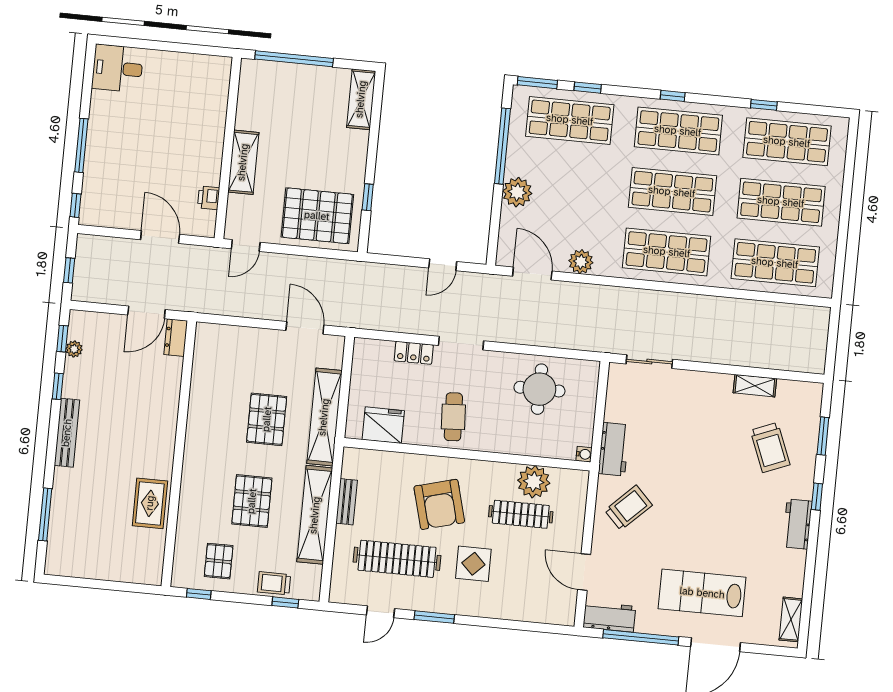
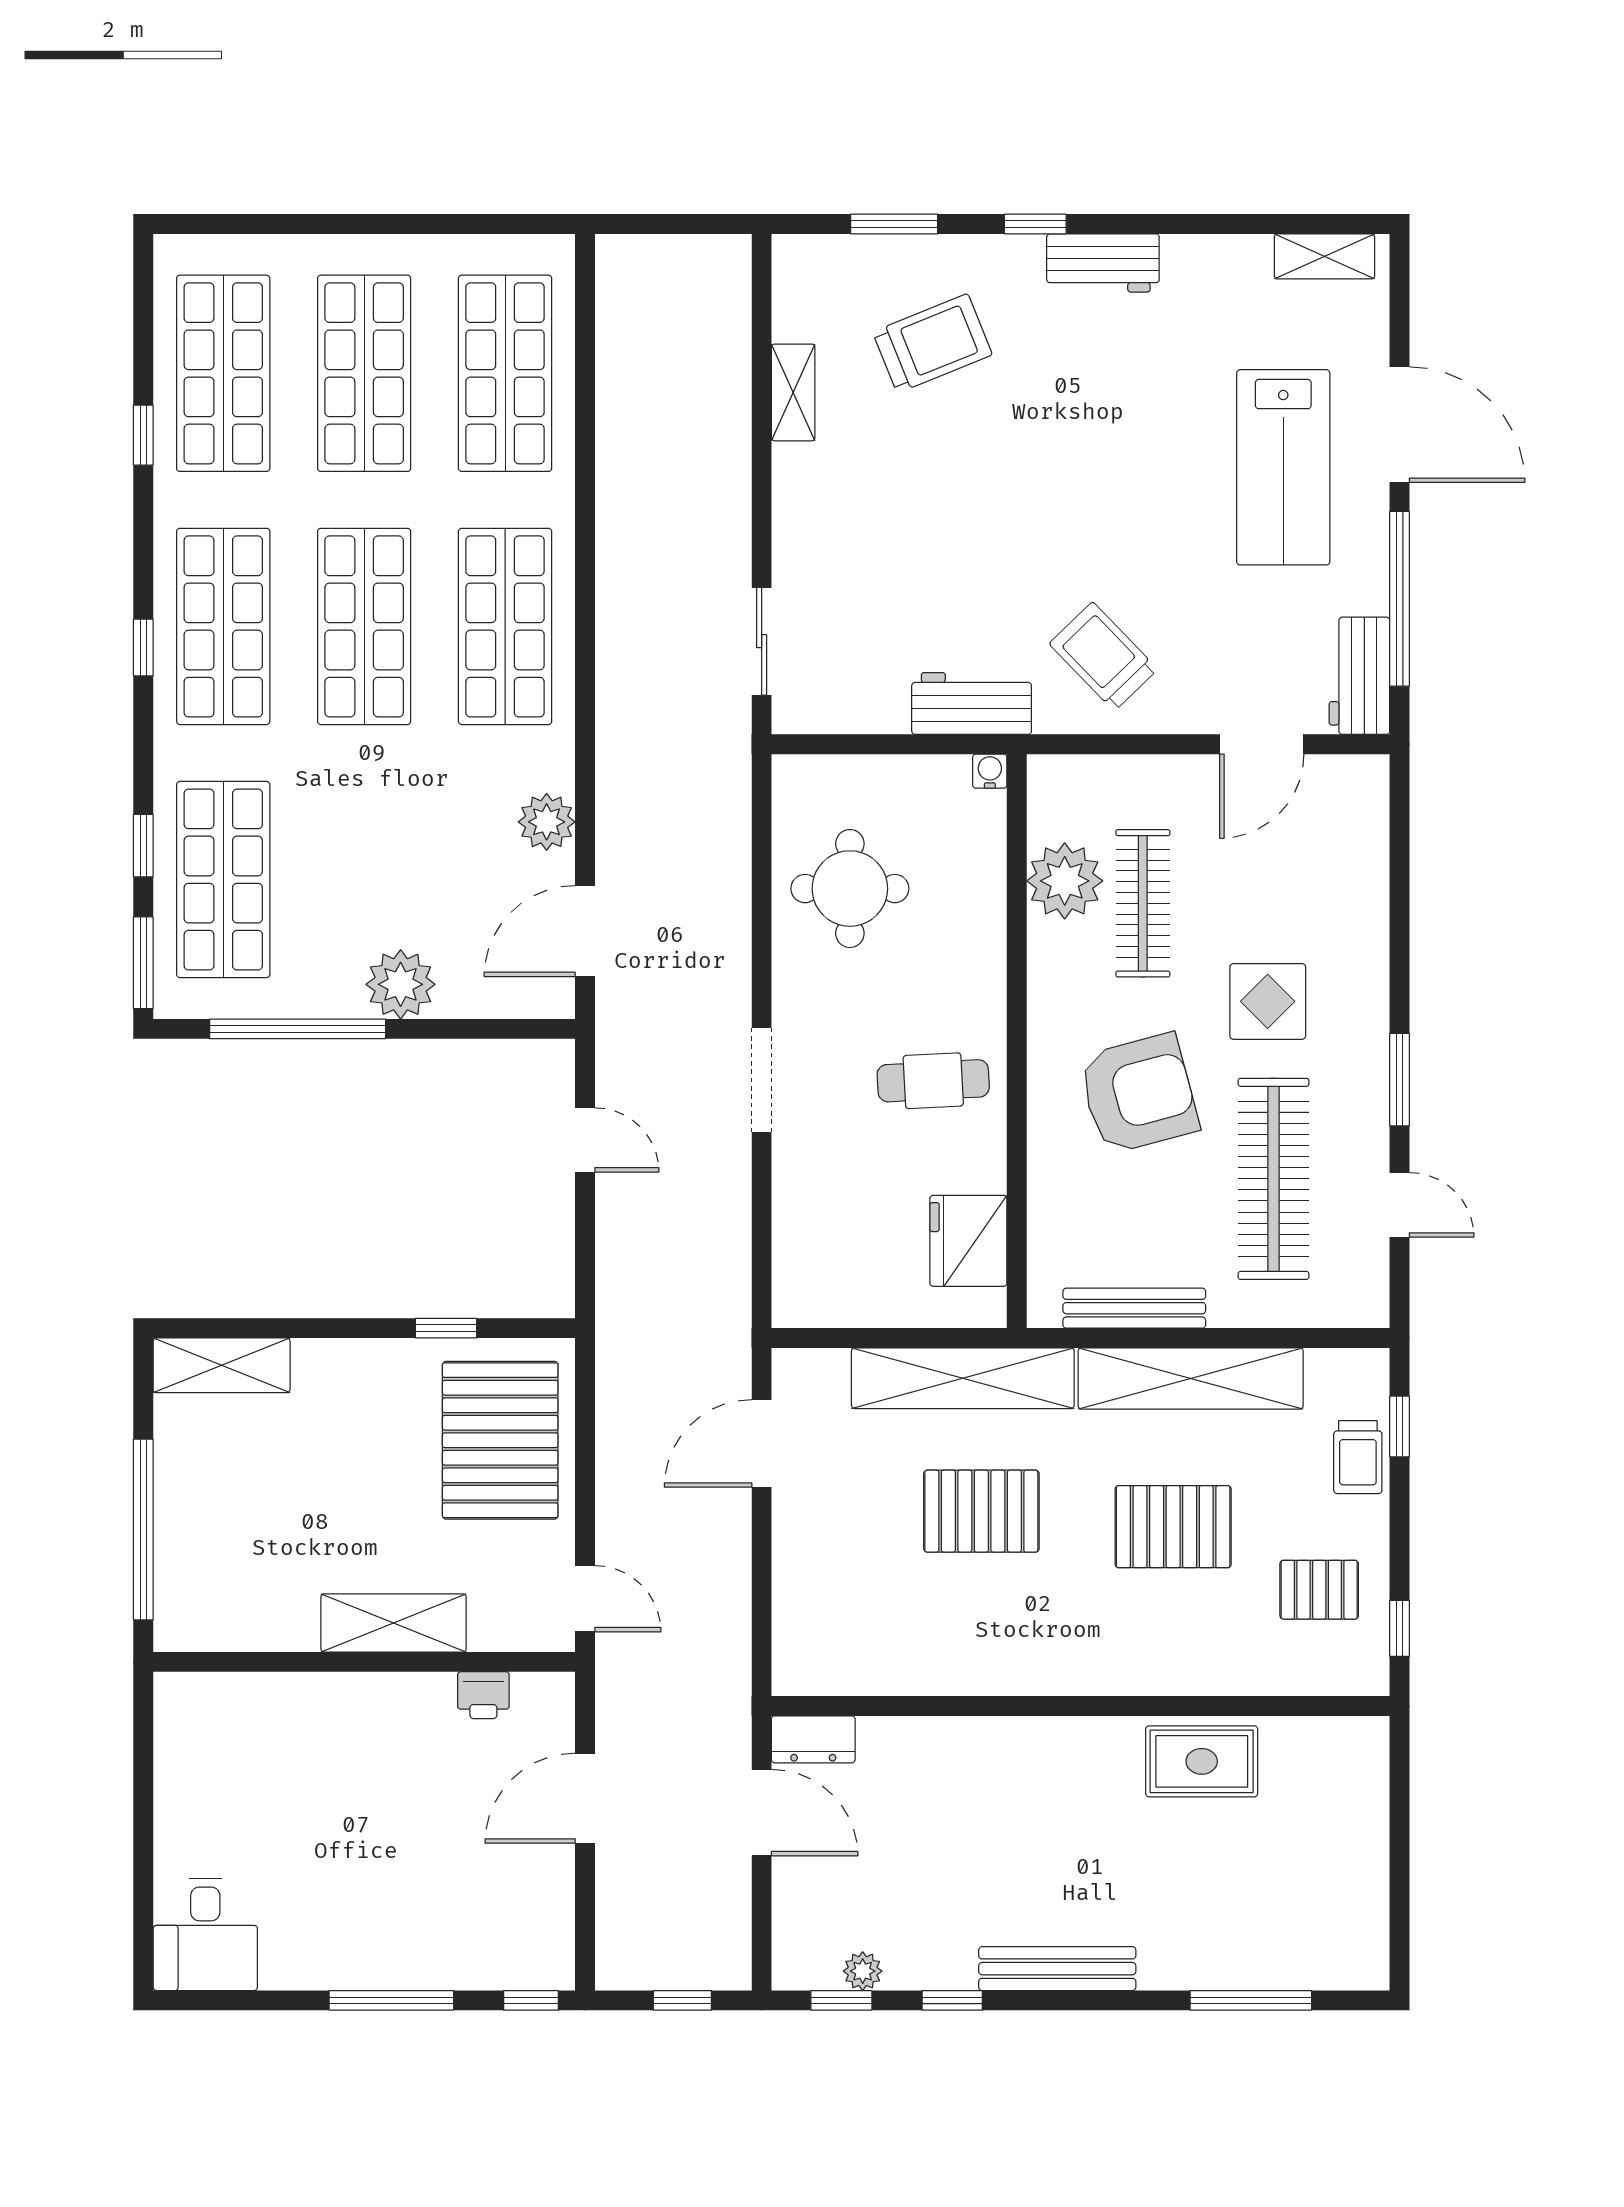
locker: (414, 353) -> (795, 1187), removed
bench: (347, 502) -> (1134, 1308), width x1.36

